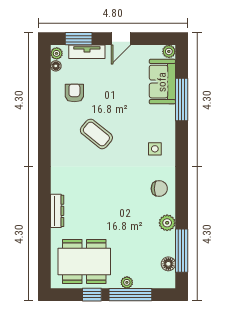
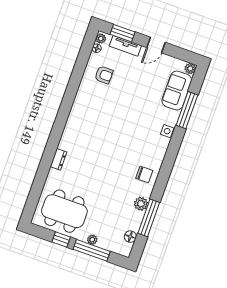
armchair: (74, 93) -> (104, 75), turned 90
coffee table: (96, 134) -> (110, 114), removed
side table: (155, 149) -> (167, 131), moved
dresser: (57, 211) -> (58, 159), width x0.70
window: (182, 251) -> (149, 218), moved

